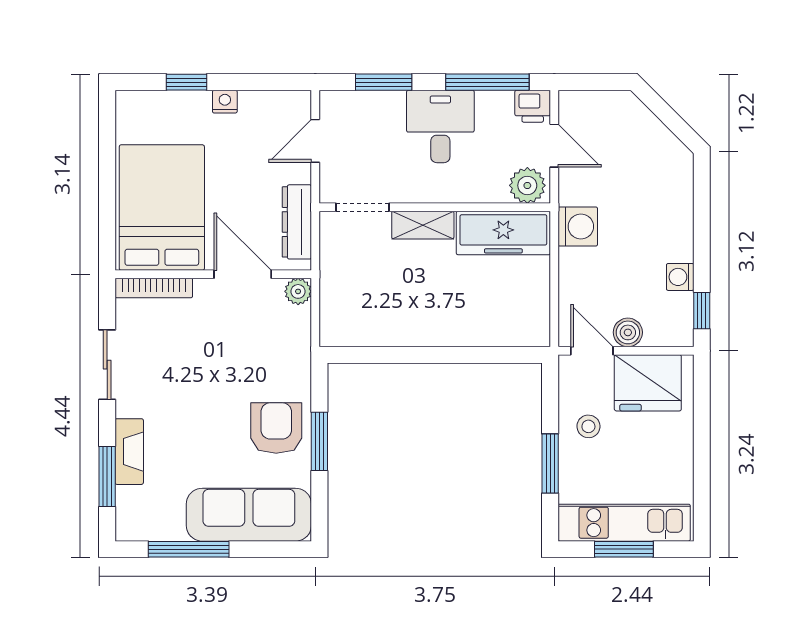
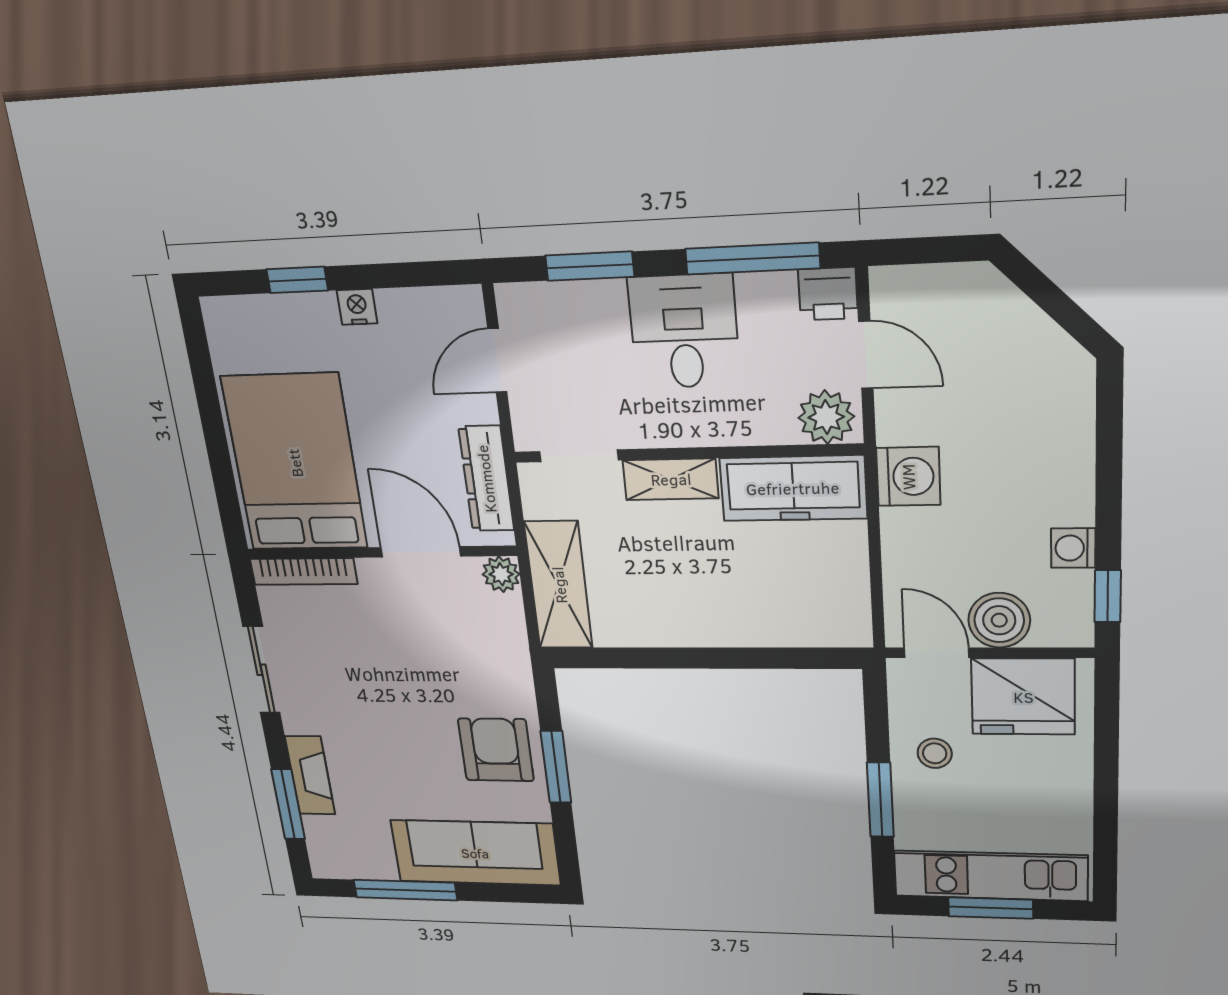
shelving: (338, 300) -> (559, 585), added
boiler: (628, 332) -> (999, 620), width x1.36, depth x1.36

